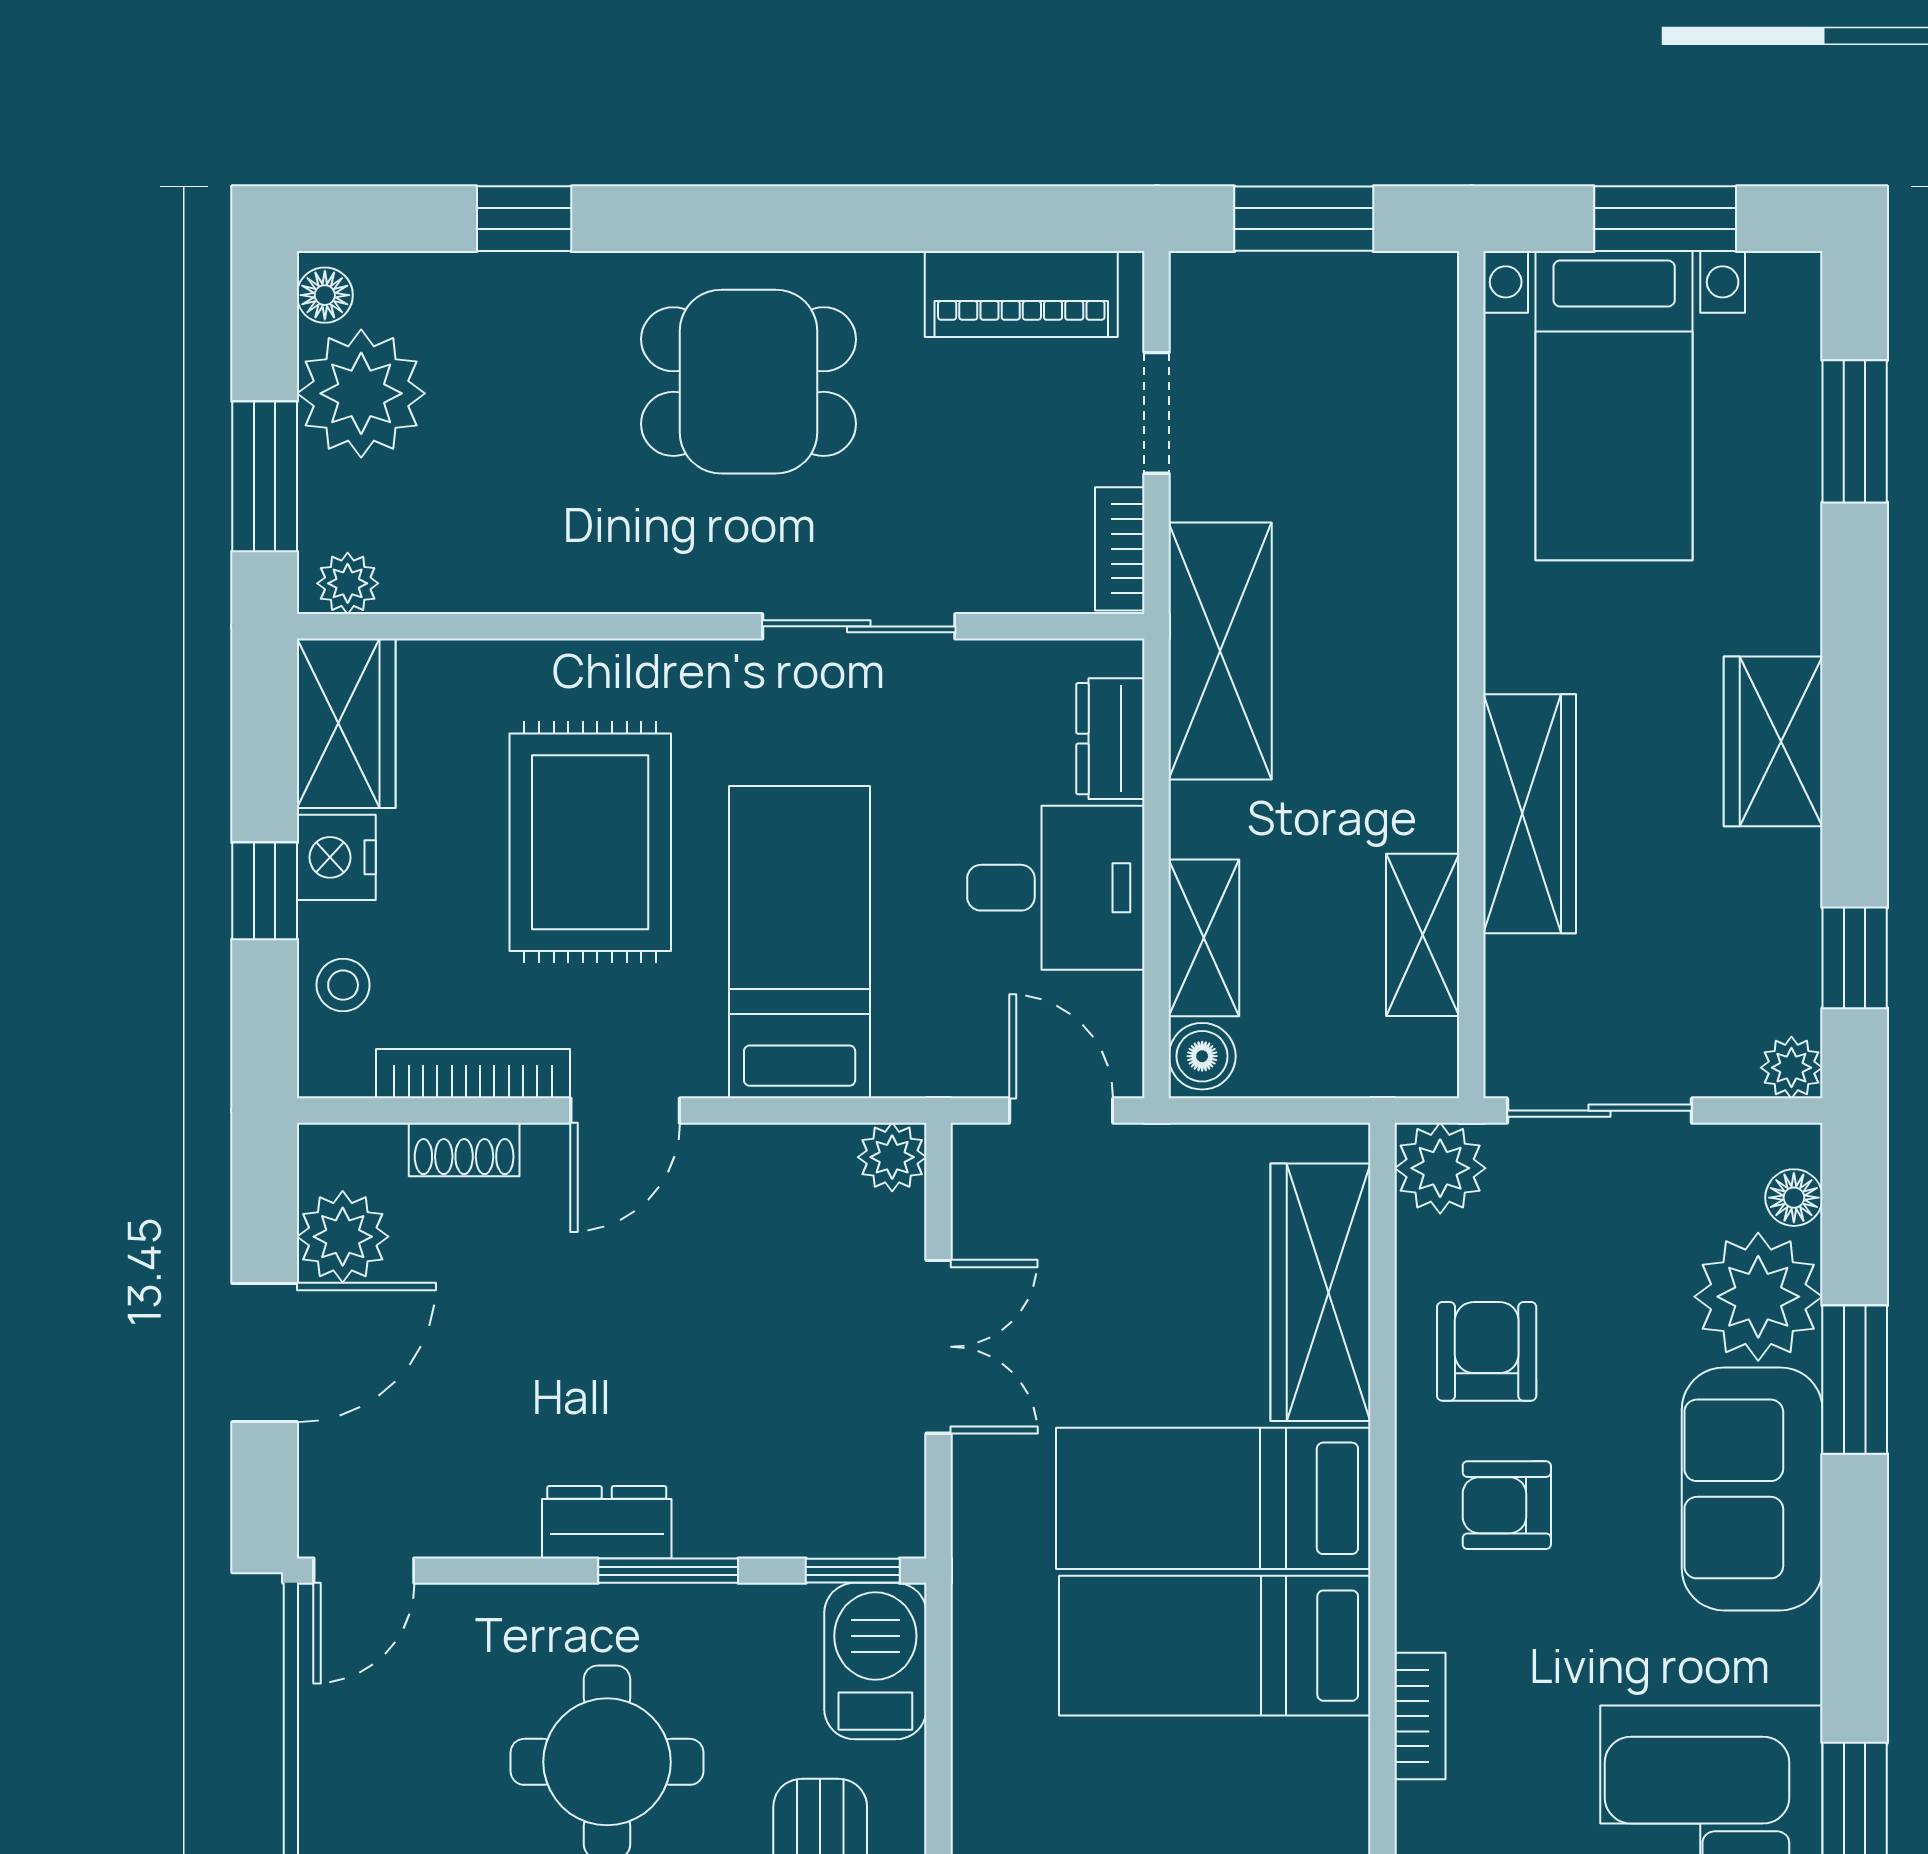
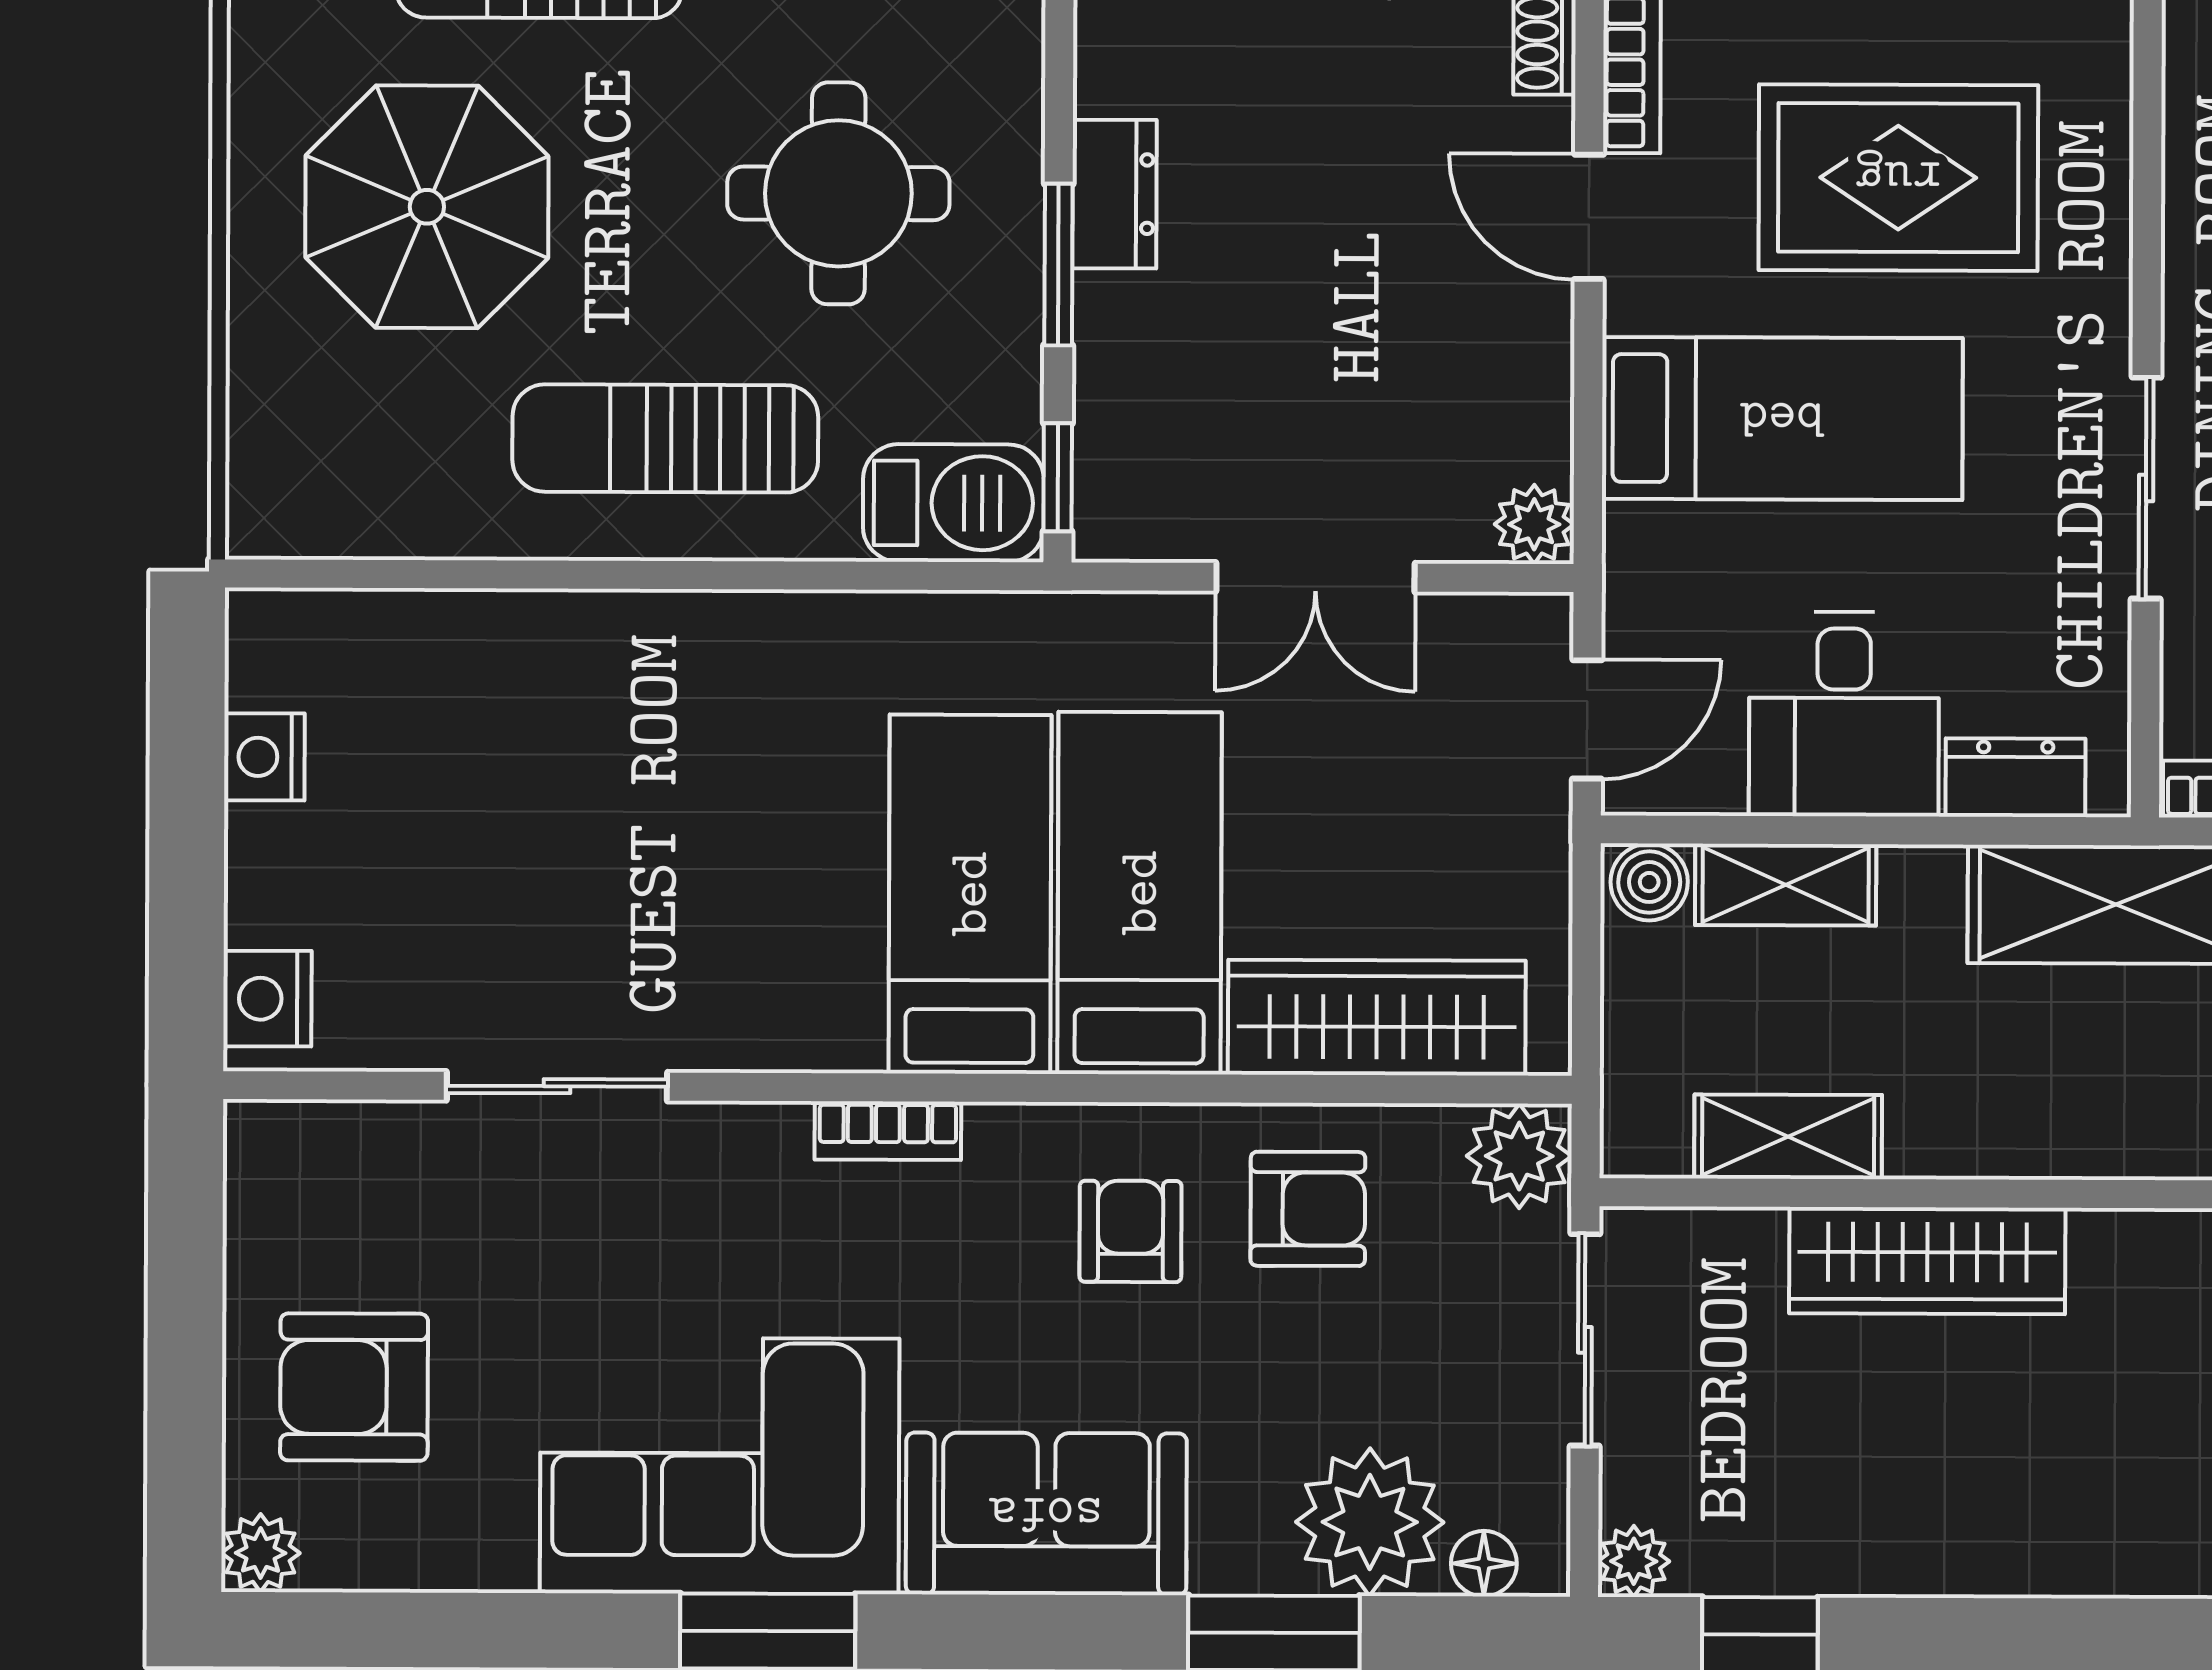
wardrobe: (1773, 741) -> (2010, 1541), removed
sofa: (1752, 1489) -> (1046, 1514), moved

